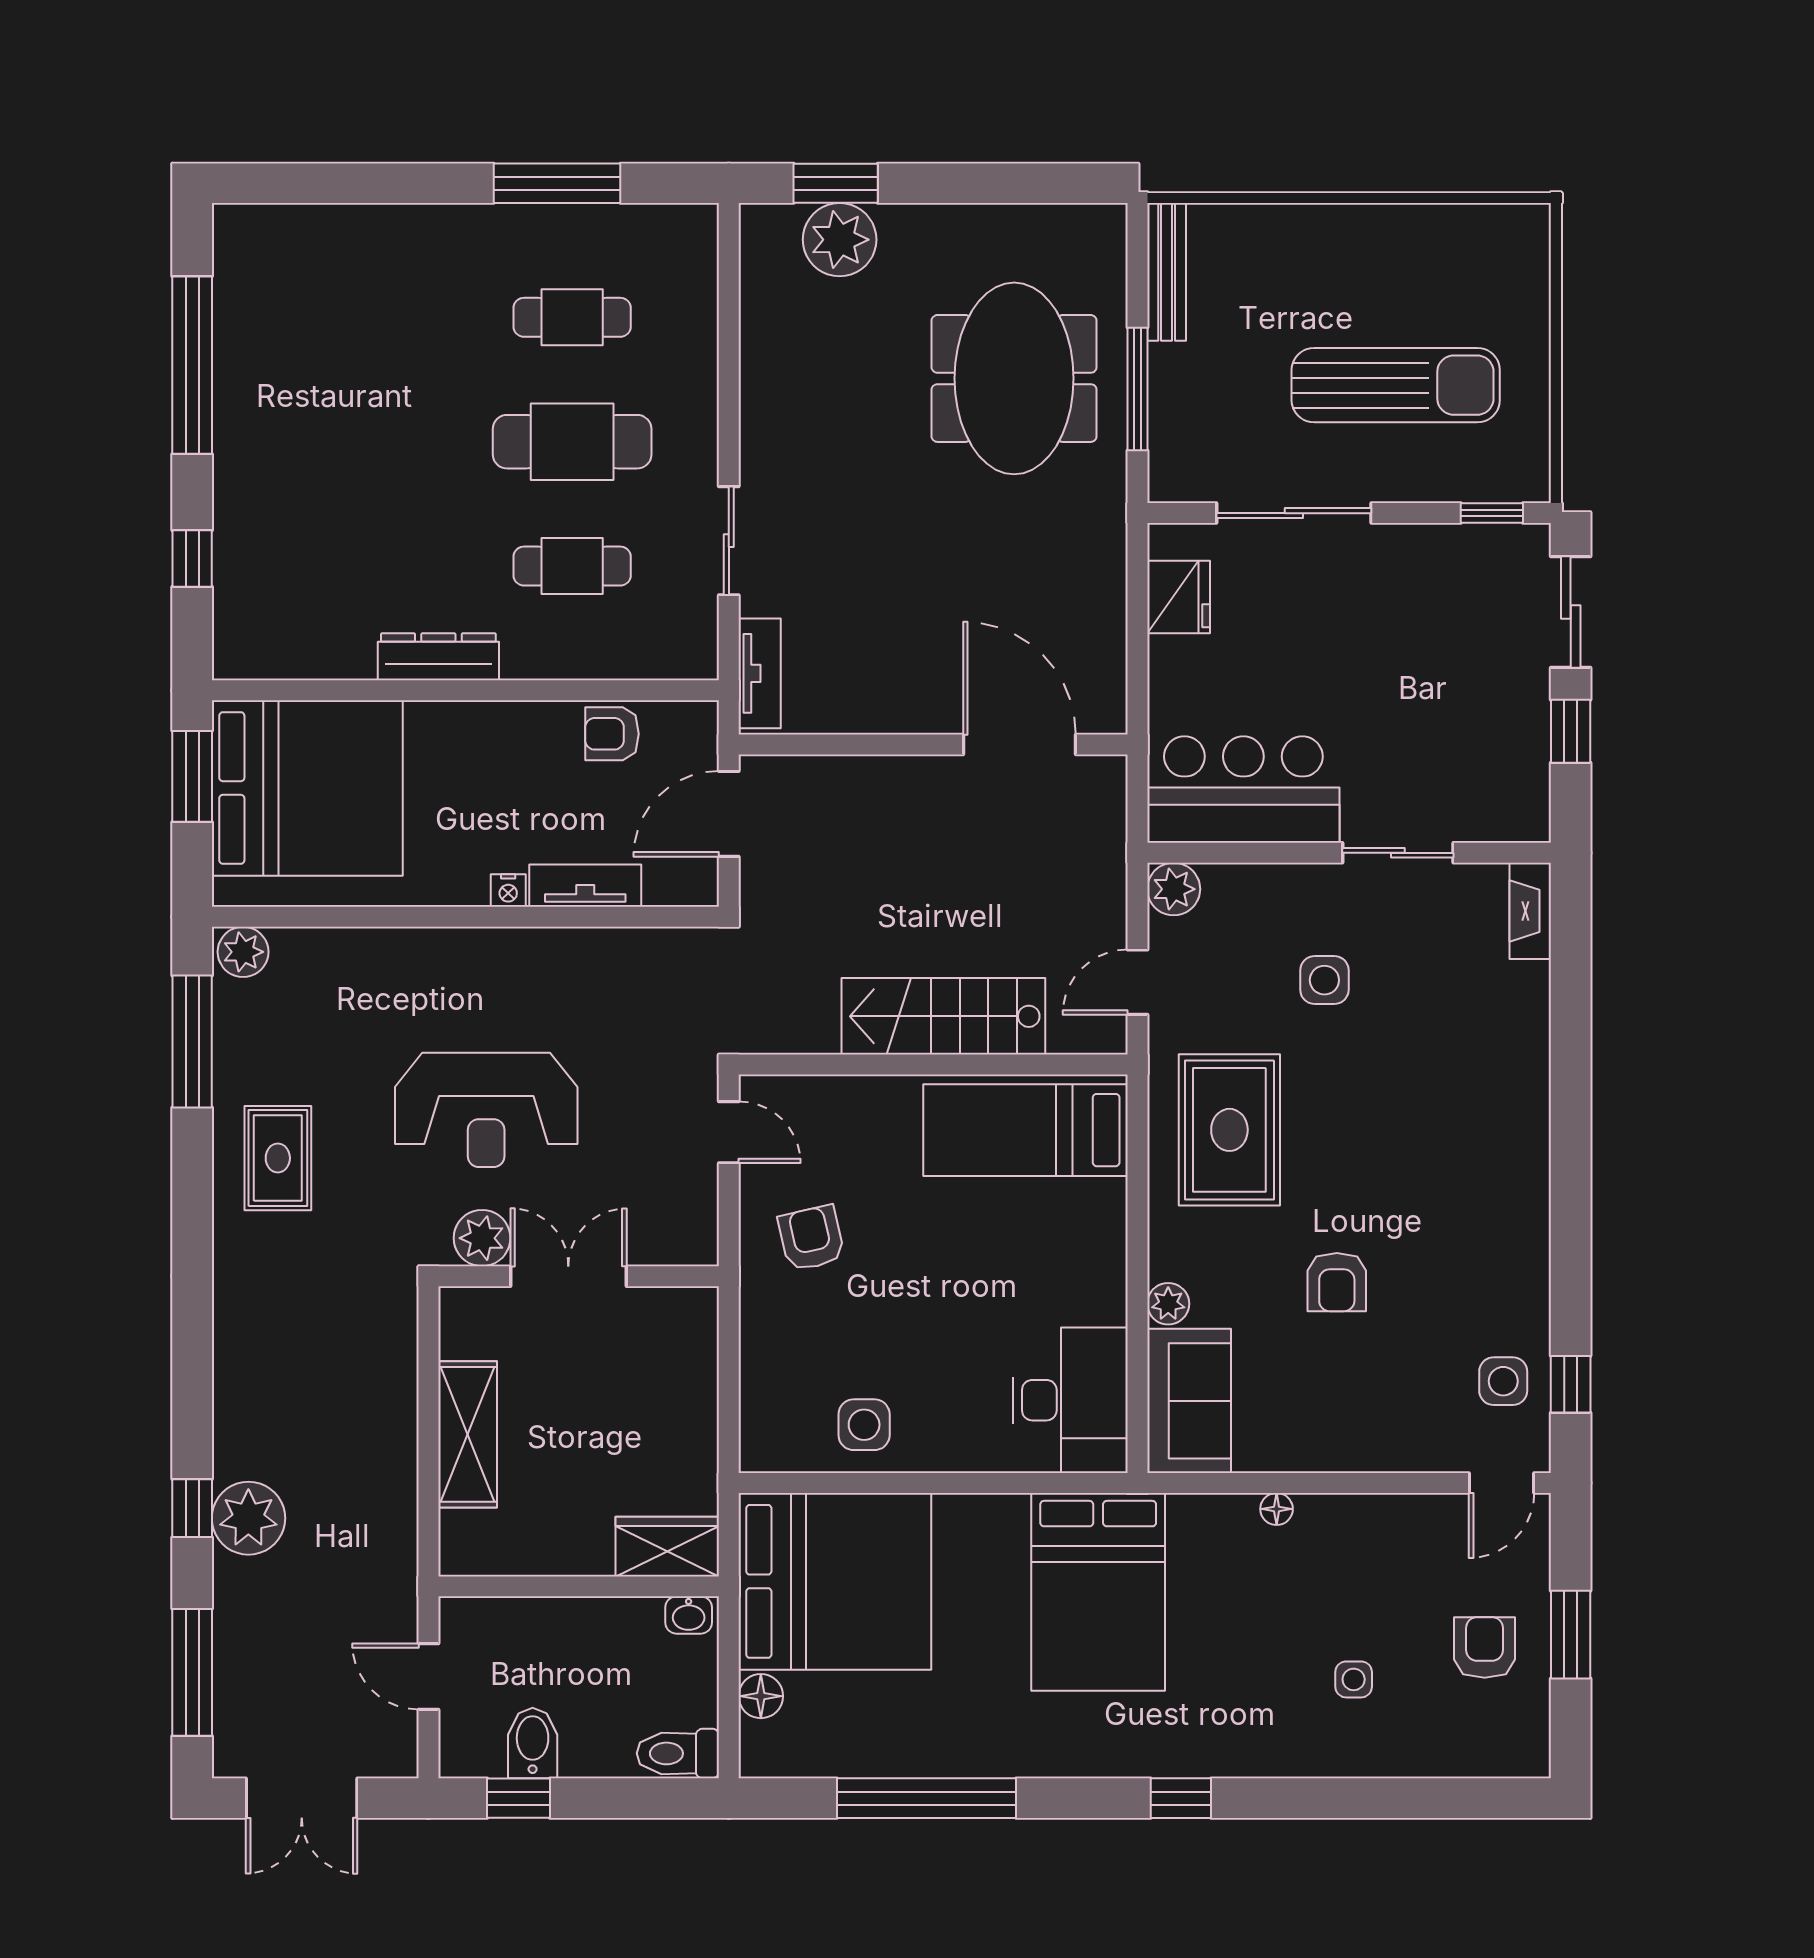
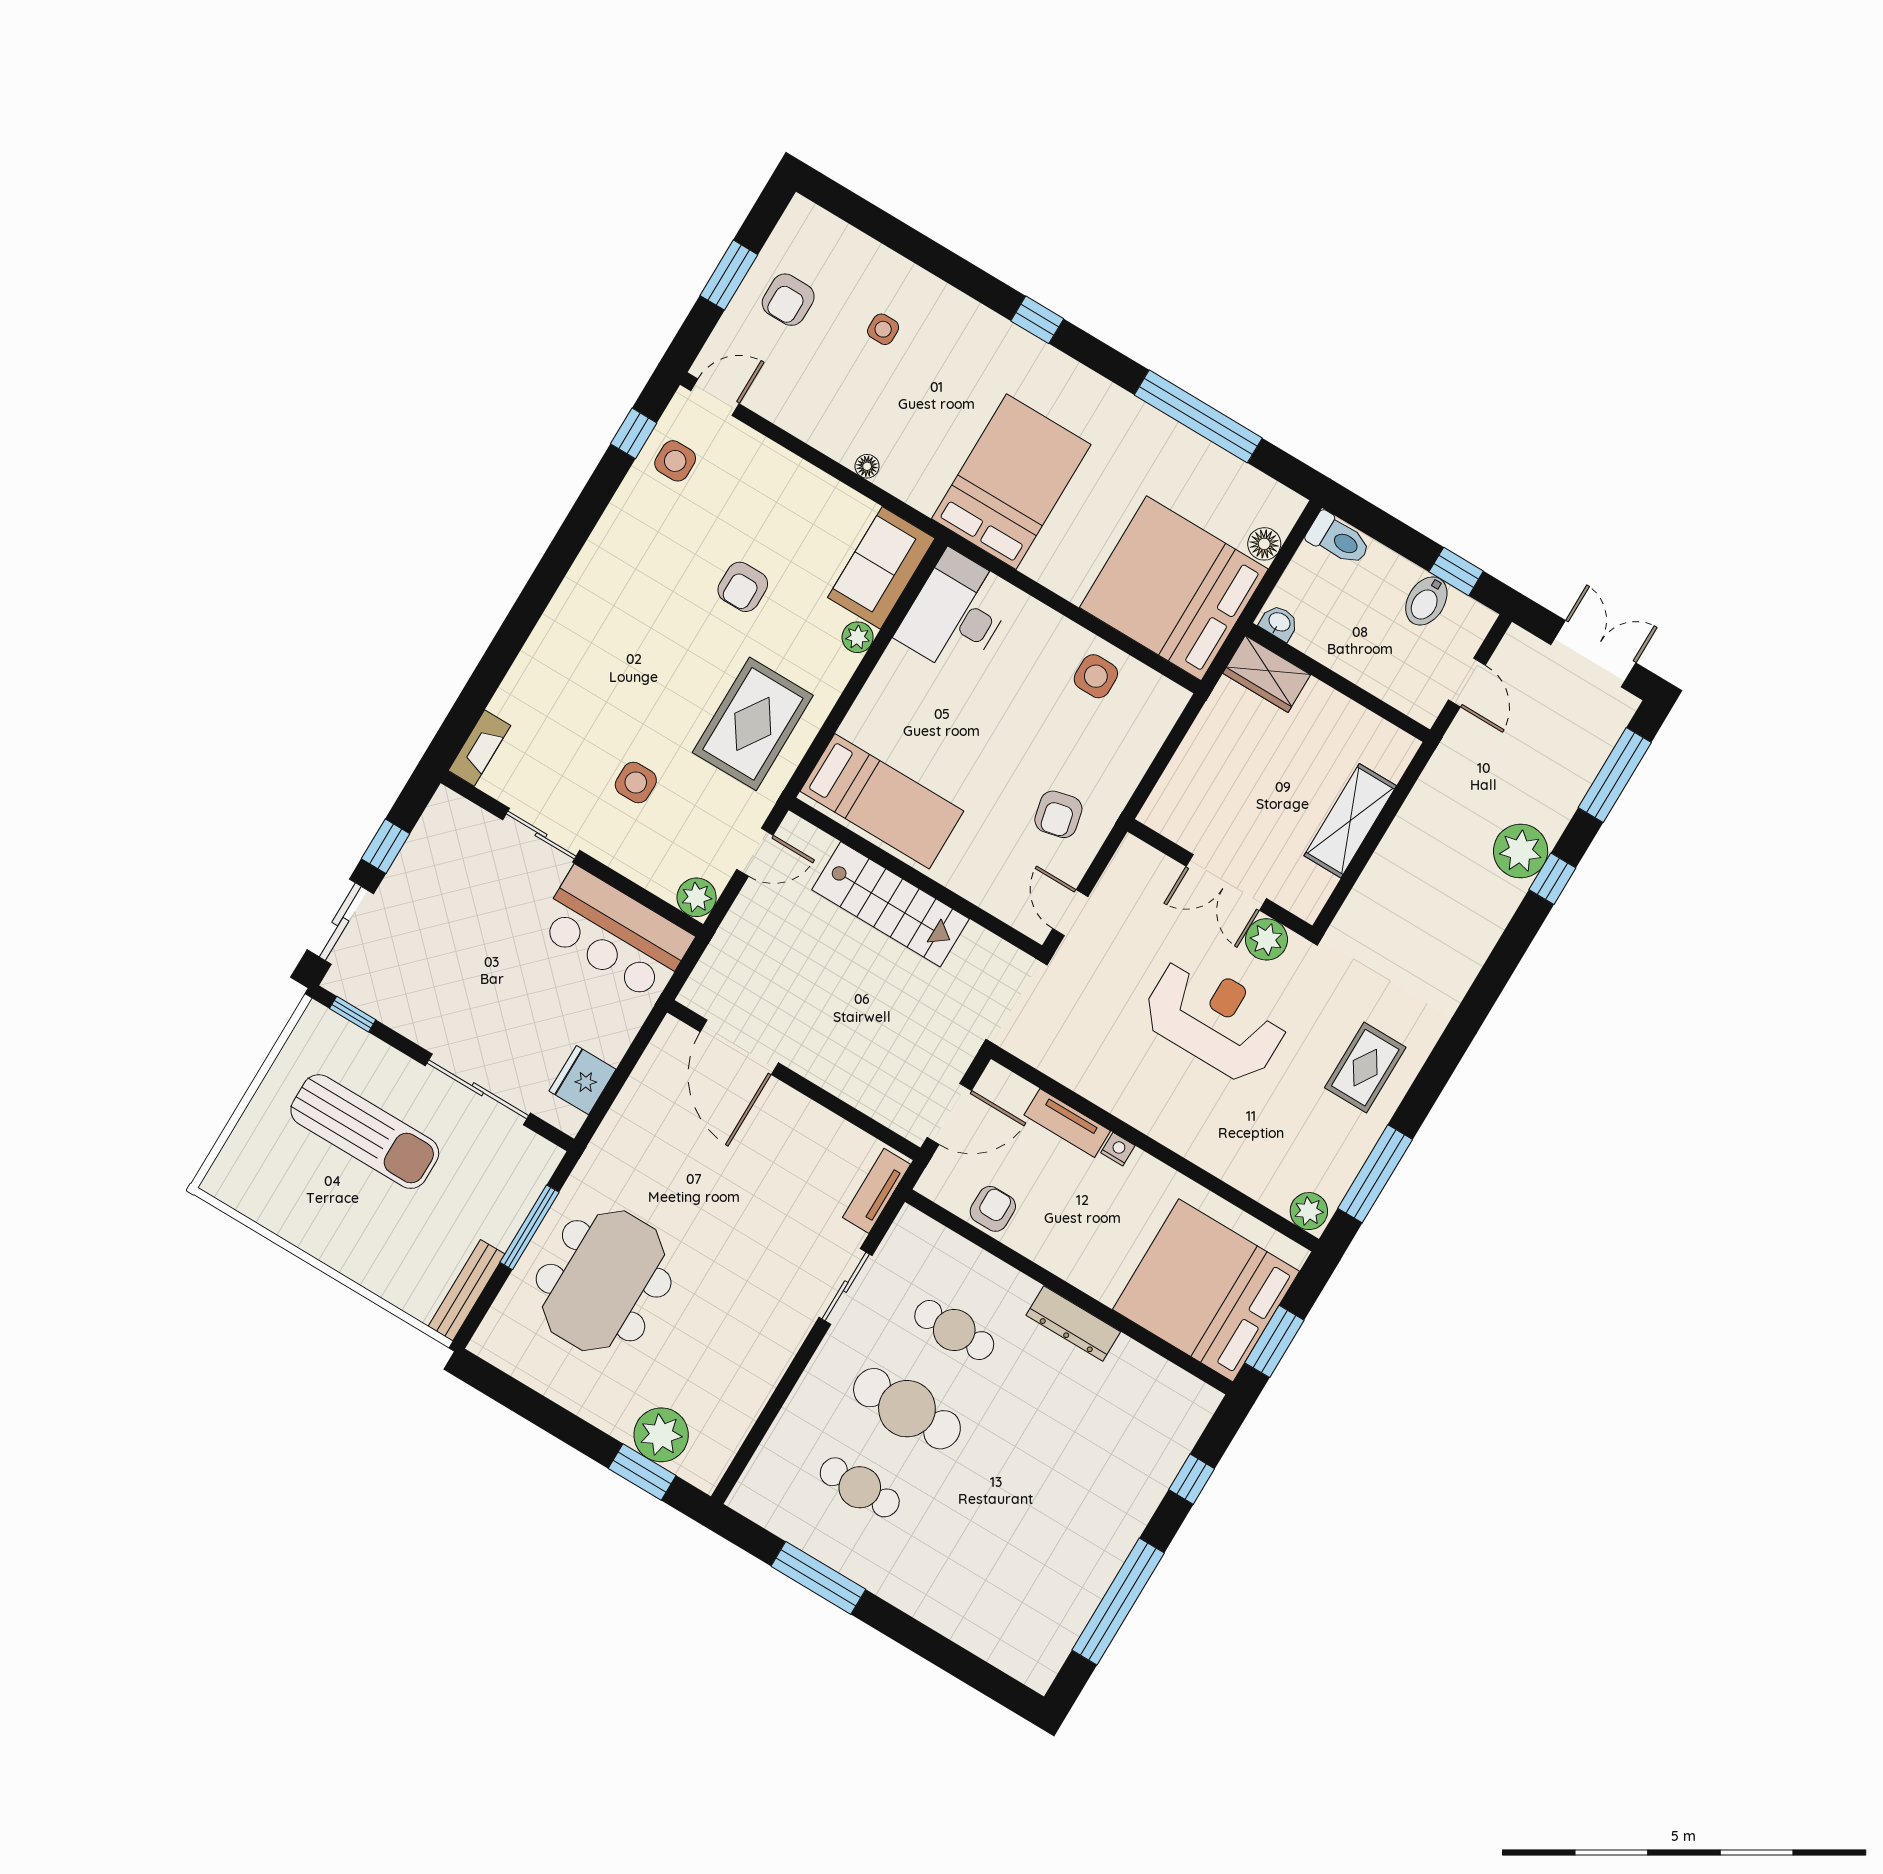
sun lounger: (1396, 385) -> (365, 1132), turned 180
armchair: (612, 734) -> (993, 1209), turned -90
armchair: (1337, 1282) -> (743, 587), turned 180

